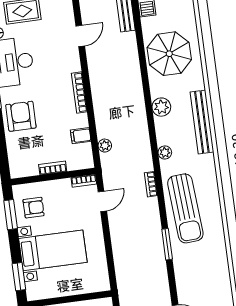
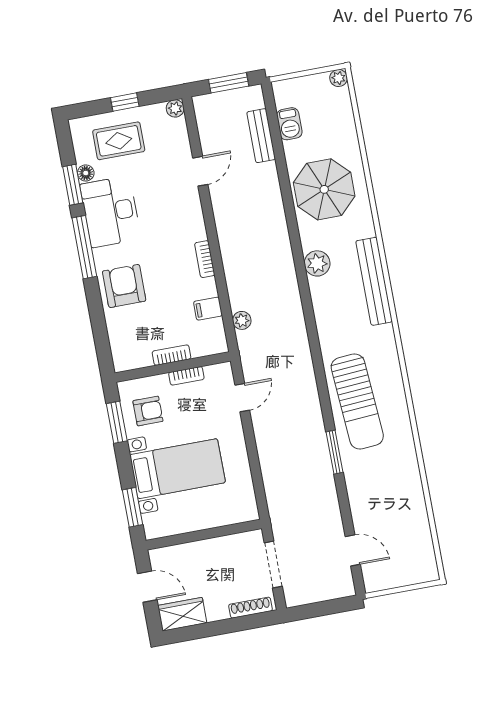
bookcase: (79, 93) -> (205, 259), width x0.64
plant: (165, 152) -> (325, 326), removed
bookcase: (84, 181) -> (186, 376), moved
bookcase: (151, 184) -> (308, 371), removed

